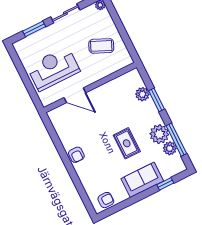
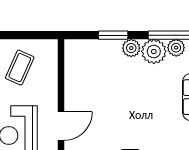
plant: (142, 94) -> (131, 48), moved
rug: (127, 143) -> (146, 94), removed

